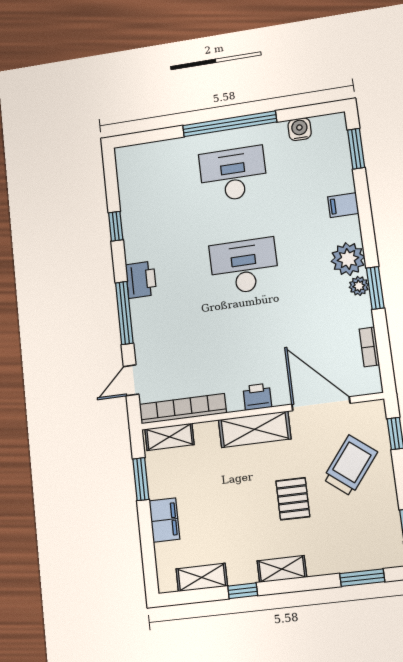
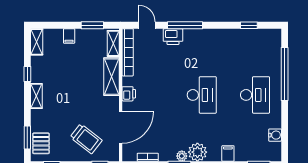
window: (230, 124) -> (285, 74), moved
window: (116, 226) -> (249, 25), moved
printer: (141, 280) -> (173, 37), moved
shelving: (255, 429) -> (111, 77), moved
pallet: (293, 499) -> (41, 143), moved, turned 90
filing cabinet: (164, 520) -> (69, 36), width x0.50
shelving: (202, 577) -> (37, 42), moved

